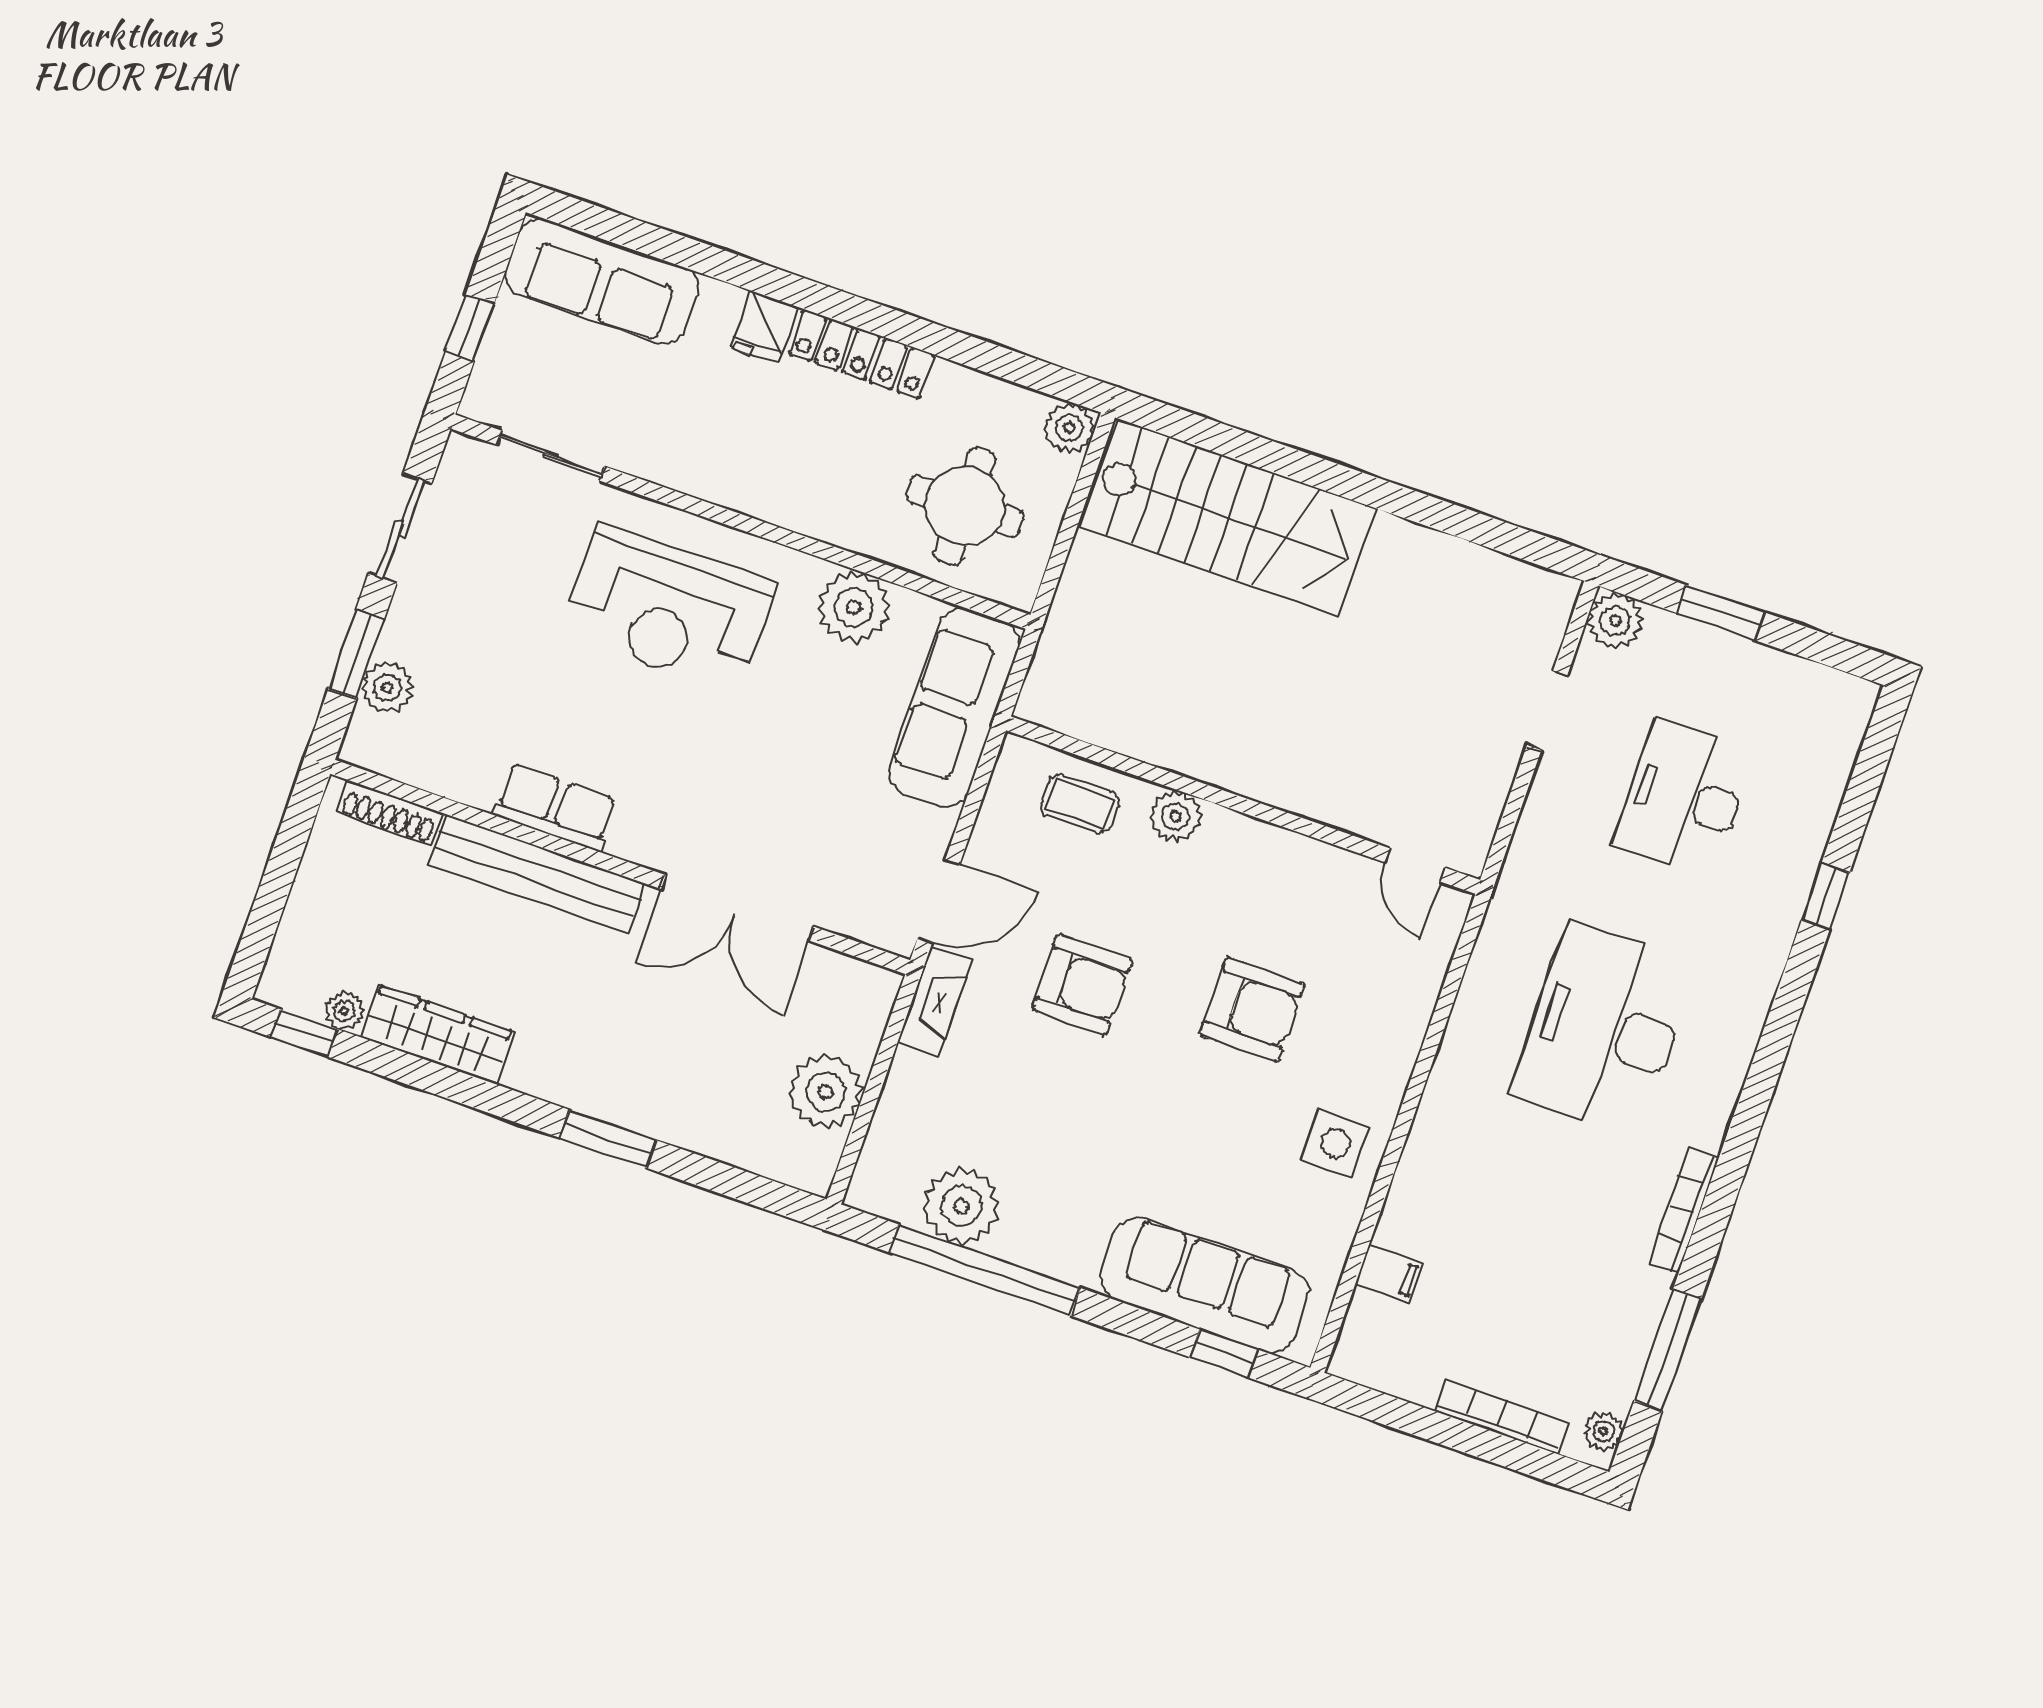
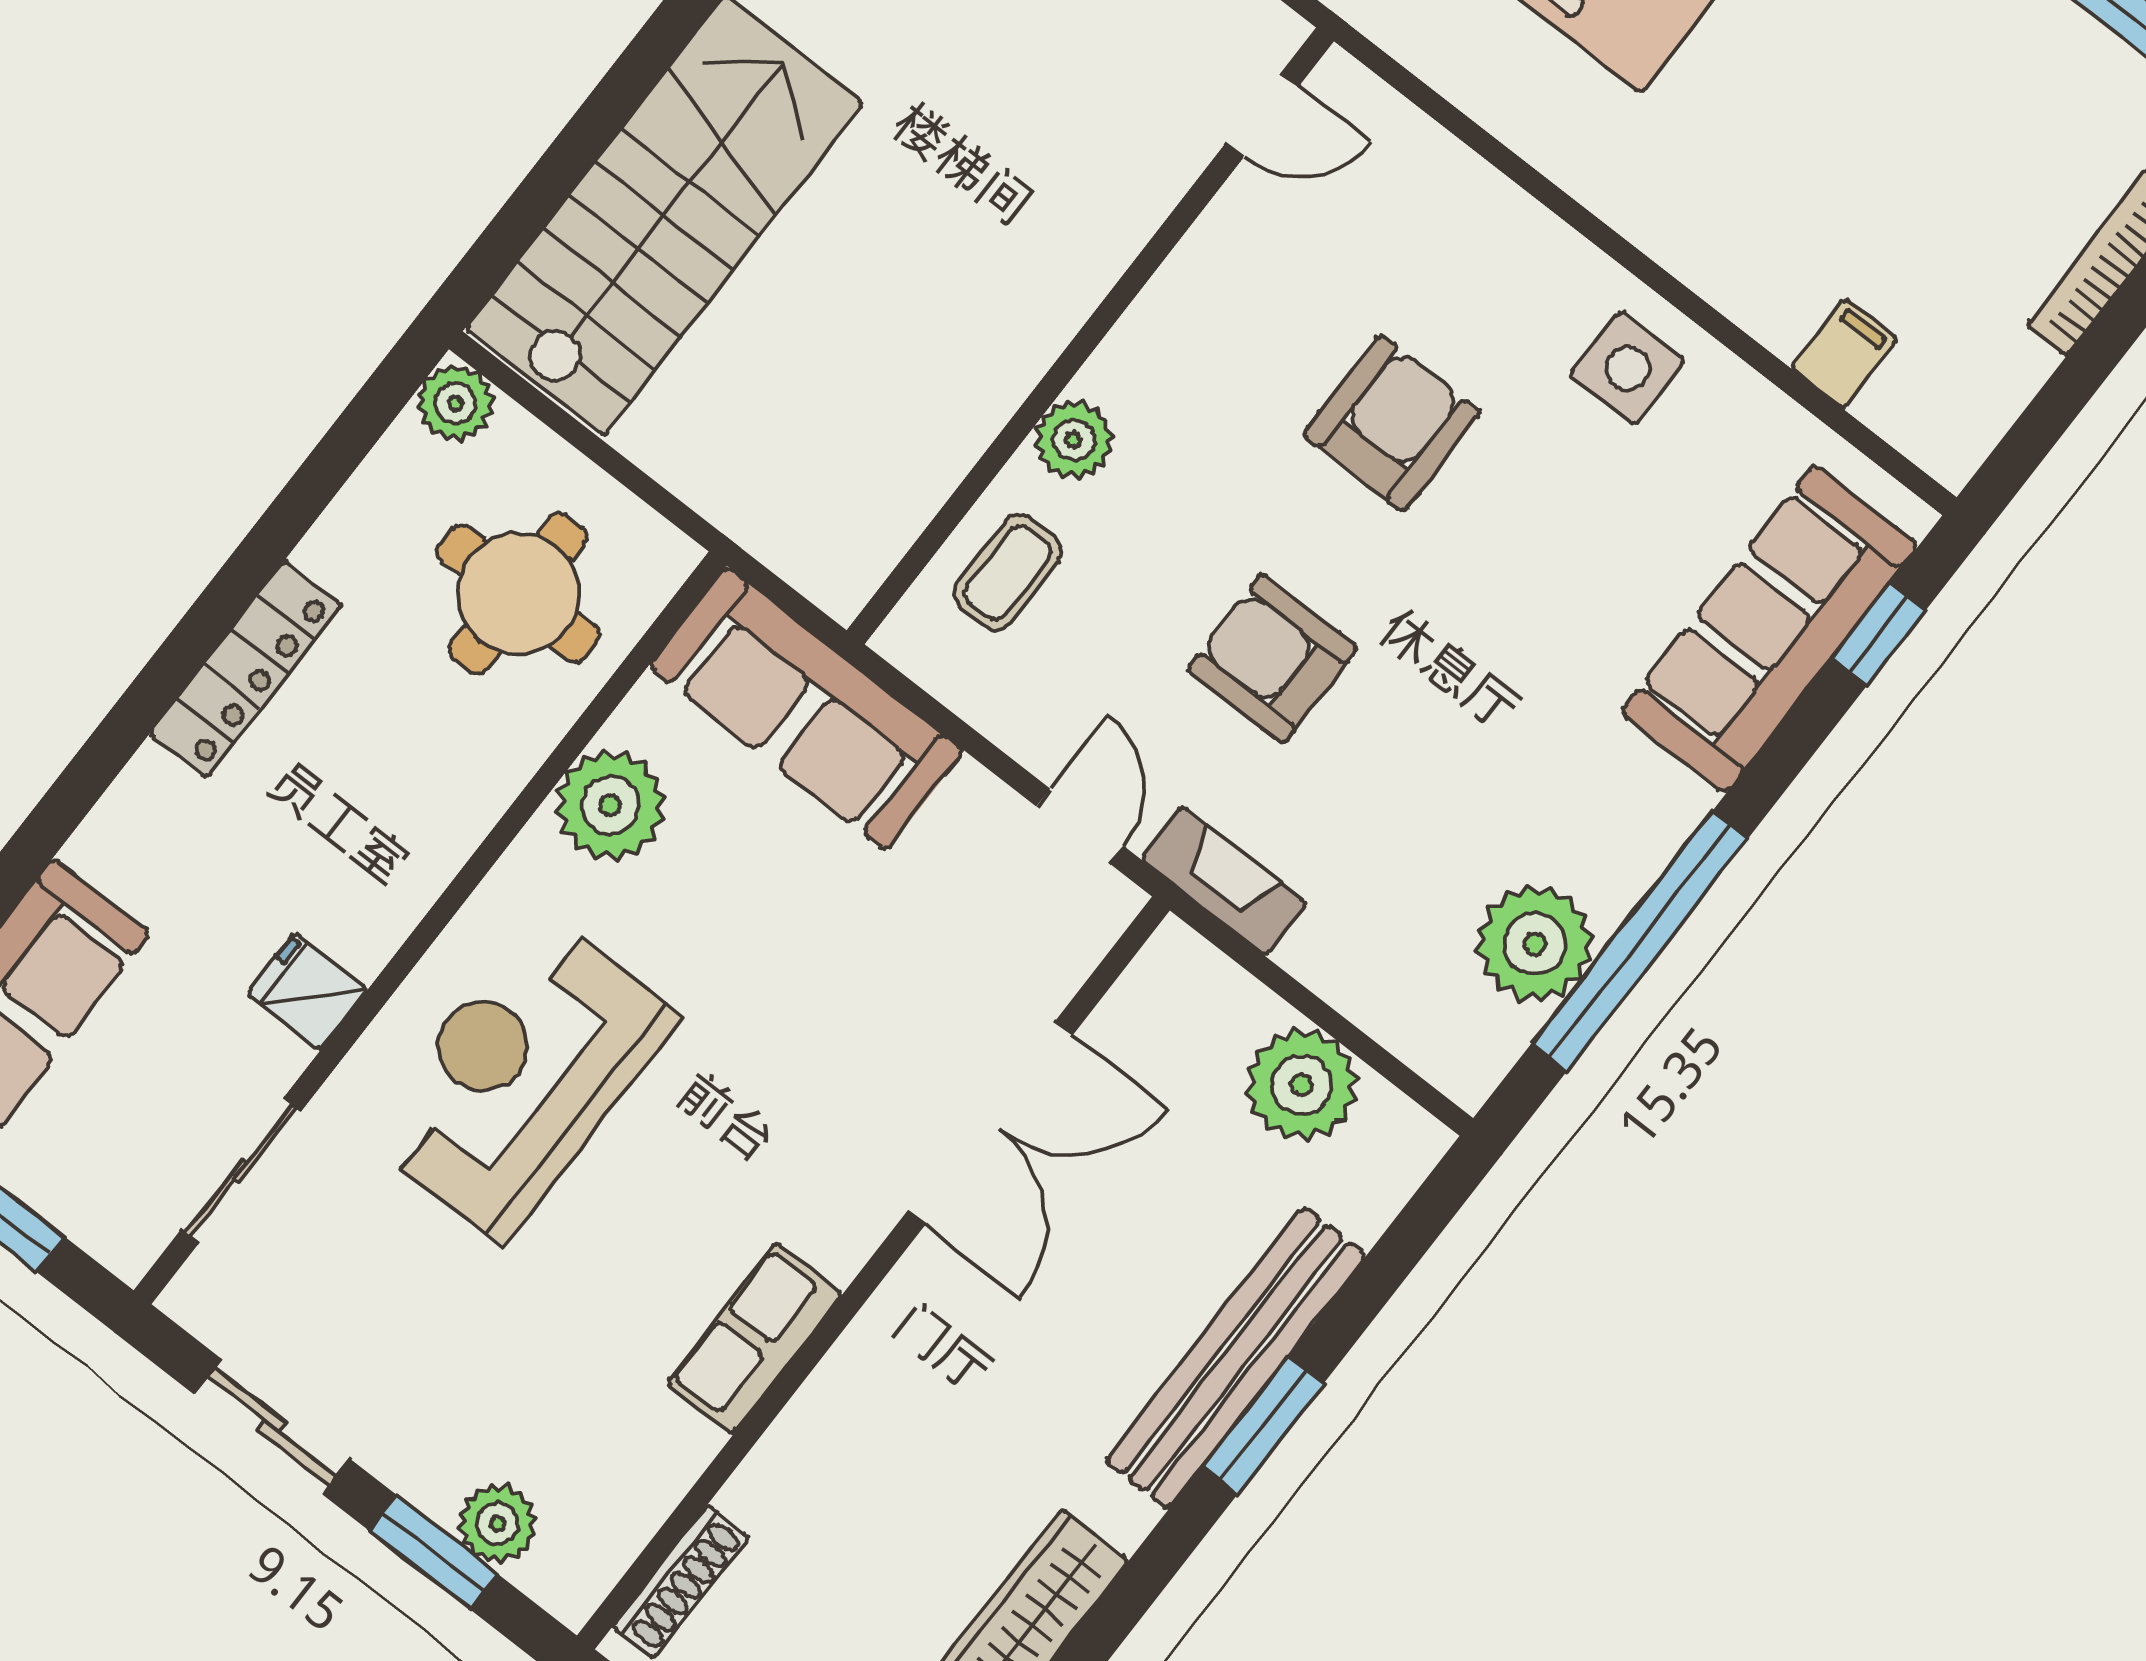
fridge: (764, 327) -> (307, 992), moved, turned 180
reception desk: (668, 608) -> (521, 1075), turned 180
bench: (537, 874) -> (1236, 1358), moved
door: (939, 901) -> (1080, 826), width x0.73
armchair: (1082, 985) -> (1272, 659), turned -90

